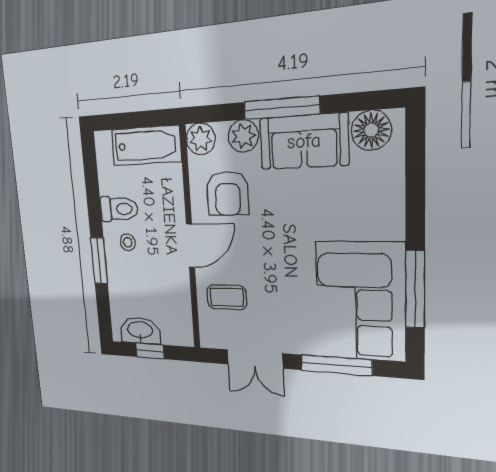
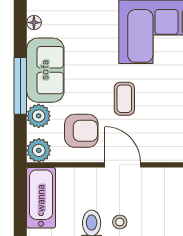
floor lamp: (371, 130) -> (34, 23), width x0.53, depth x0.53
coffee table: (227, 297) -> (124, 99), moved

